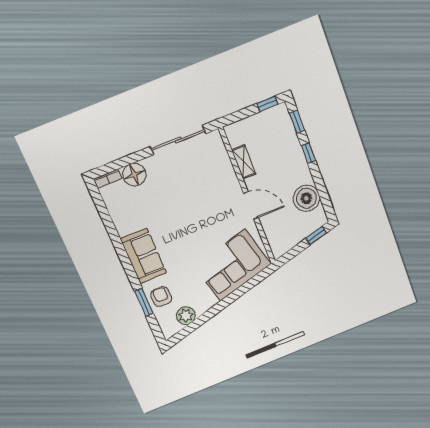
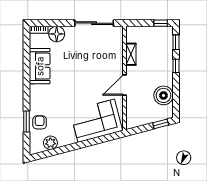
door: (251, 205) -> (124, 85), swing flipped
sofa: (143, 256) -> (40, 66), moved

